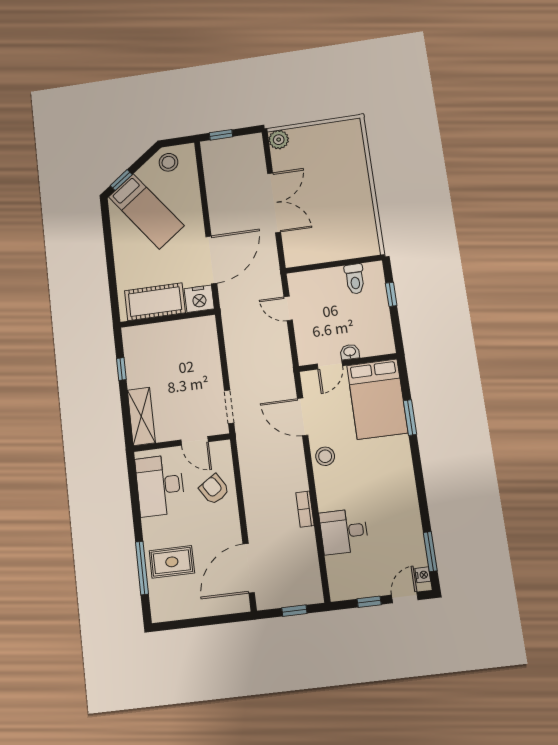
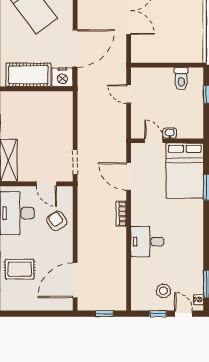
door: (330, 365) -> (154, 141), swing flipped
stool: (325, 456) -> (163, 291), moved
bookcase: (305, 509) -> (121, 214), moved
desk: (344, 531) -> (147, 242), moved
door: (405, 597) -> (184, 314), hinge flipped

